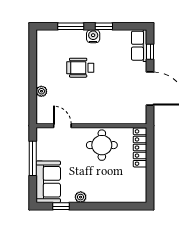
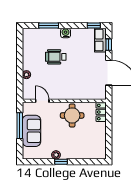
window: (104, 26) -> (94, 25), moved
locker: (140, 148) -> (101, 112), width x0.66
sofa: (48, 182) -> (31, 131), moved
window: (61, 206) -> (61, 162), moved

